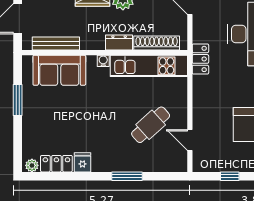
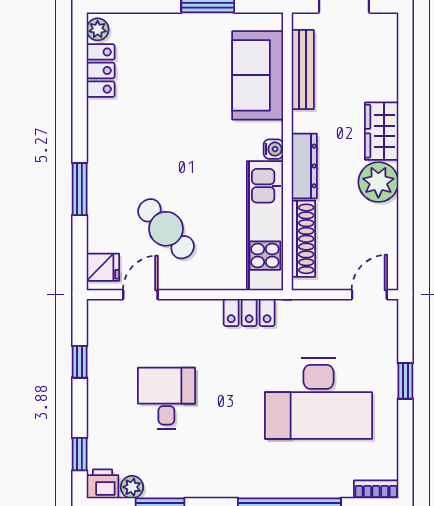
dresser: (119, 42) -> (304, 166), width x1.44
locker: (200, 59) -> (249, 312), moved
fridge: (82, 162) -> (103, 267), moved

